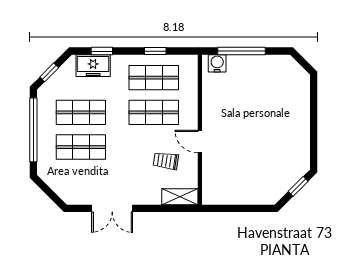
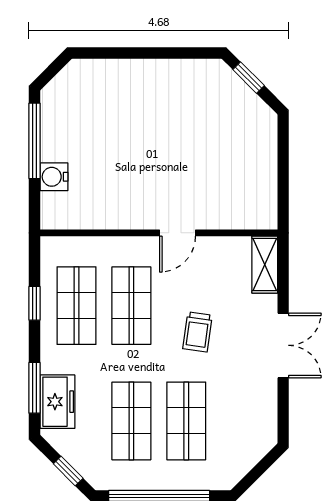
window: (102, 51) -> (34, 388), width x1.50
window: (241, 51) -> (34, 141), moved
water cooler: (217, 63) -> (54, 177), moved
trolley: (166, 161) -> (197, 332), moved
double door: (112, 208) -> (283, 345), moved

